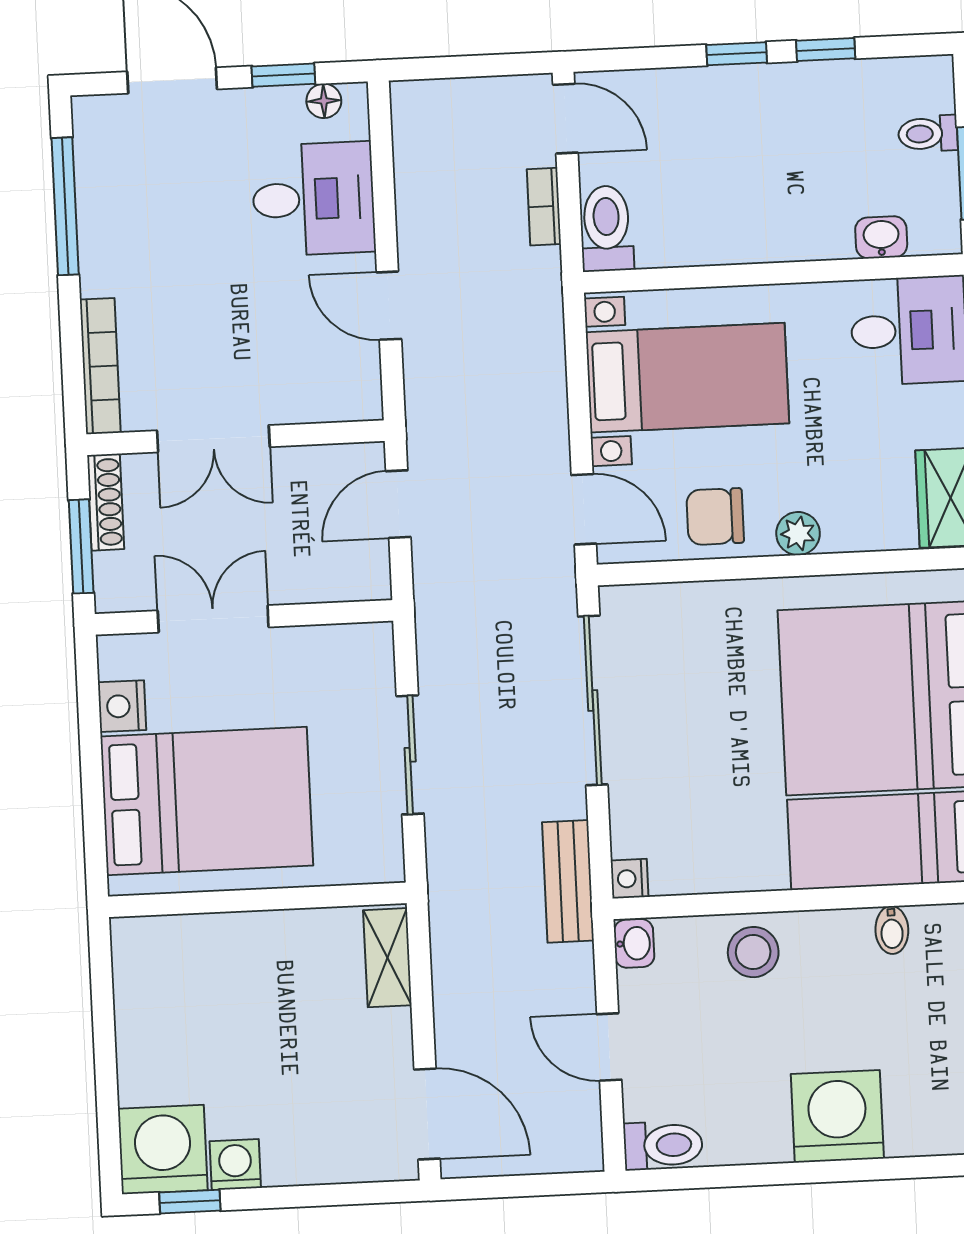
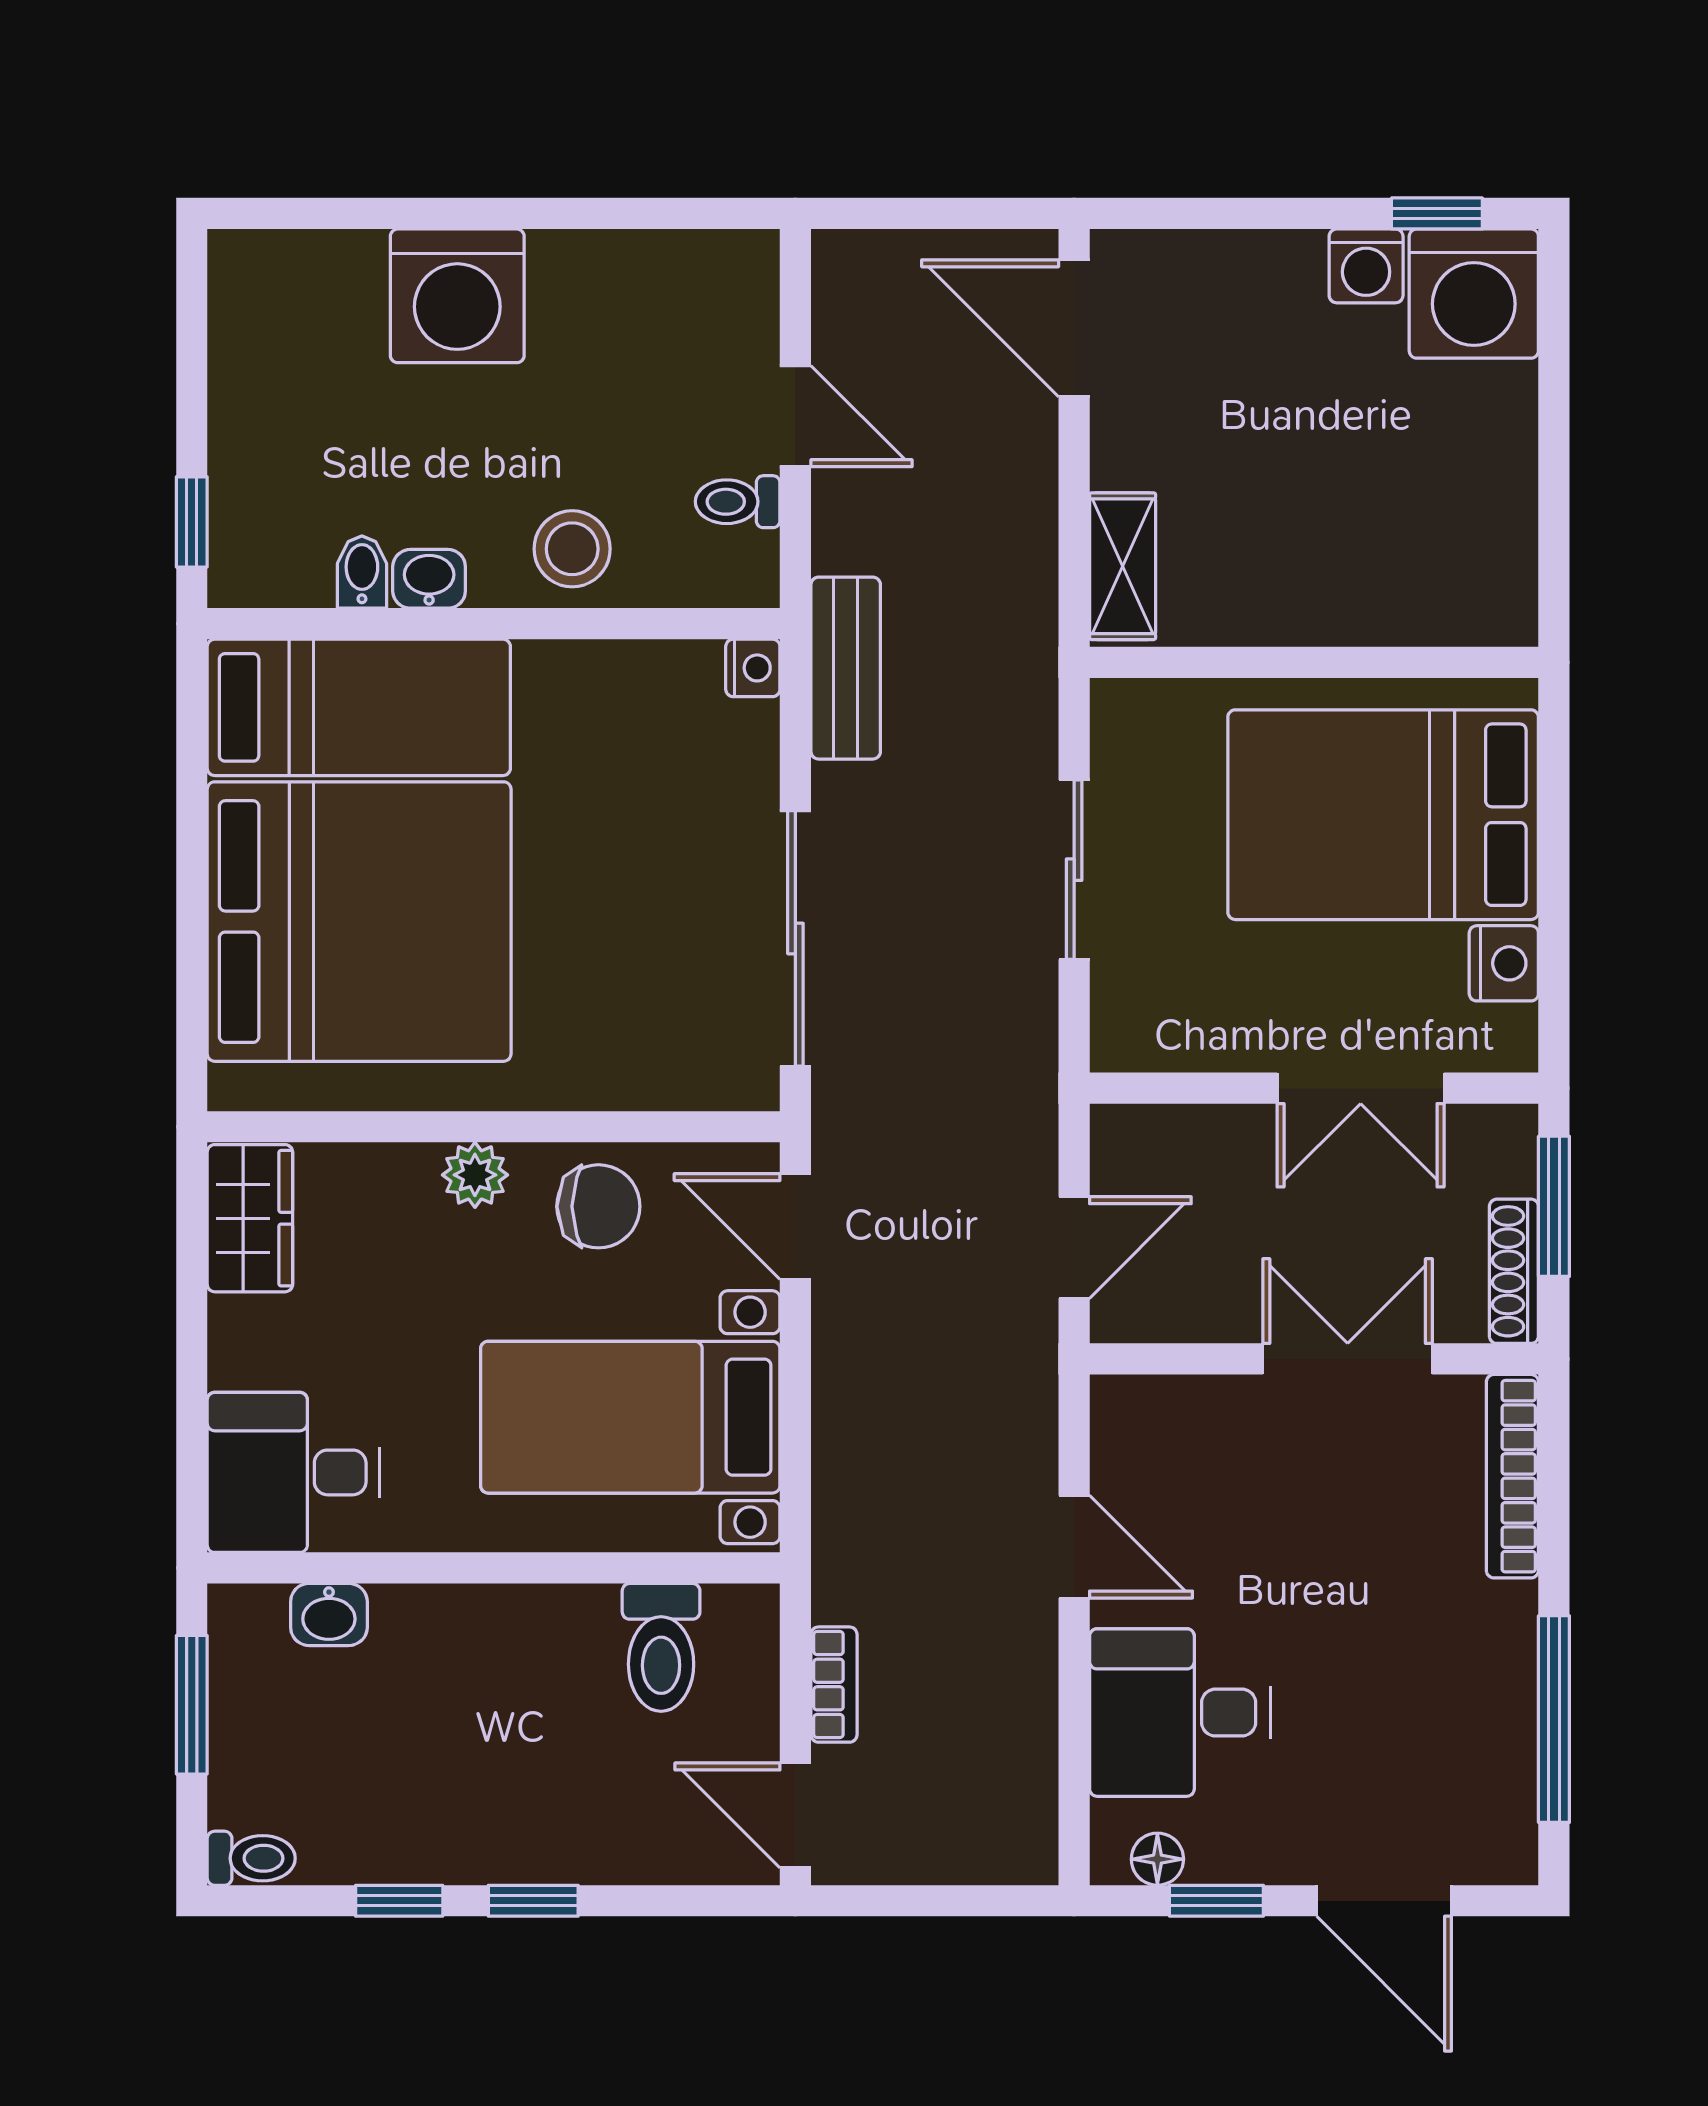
toilet: (928, 134) -> (251, 1858), moved
toilet: (607, 228) -> (661, 1647), moved
washbasin: (634, 943) -> (429, 579), moved, turned 90
toilet: (663, 1145) -> (738, 502), moved, width x0.73, depth x0.72

